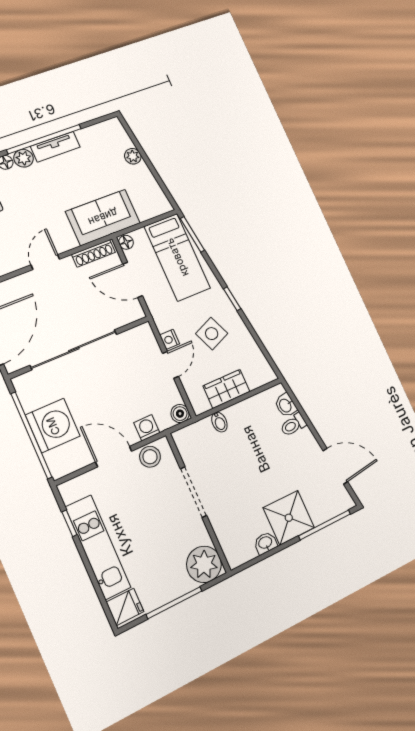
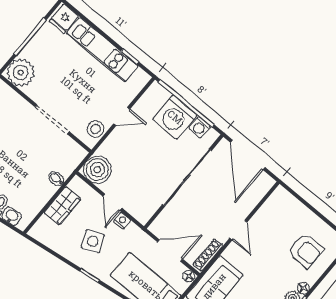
boiler: (180, 414) -> (97, 170), width x1.86, depth x1.86
washing machine: (147, 428) -> (200, 127), moved, turned 90
door: (114, 457) -> (122, 117), width x0.73

